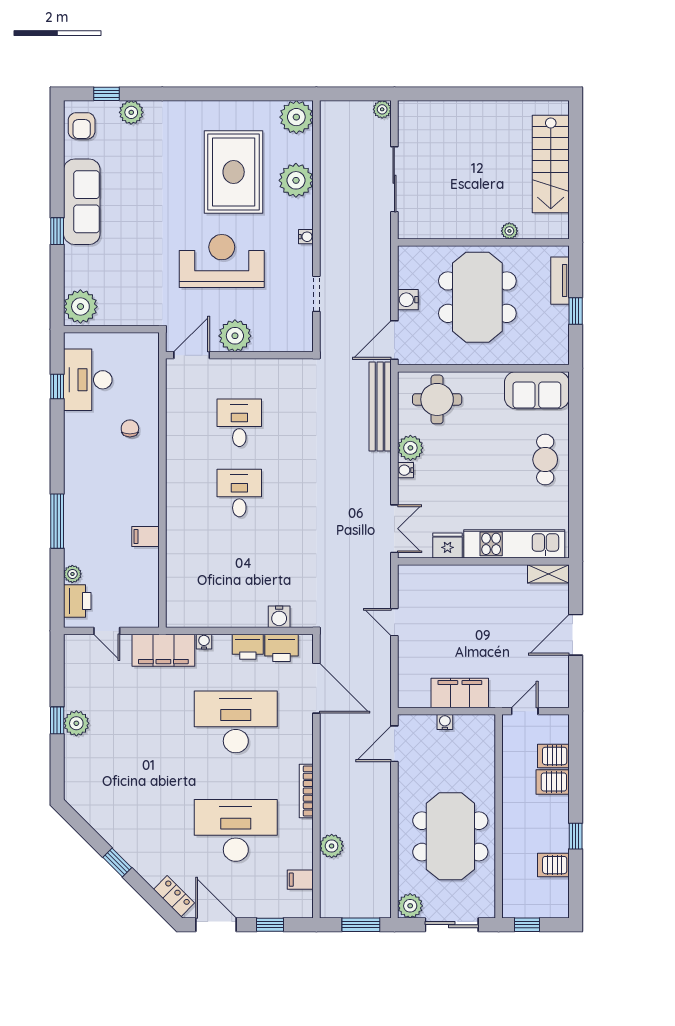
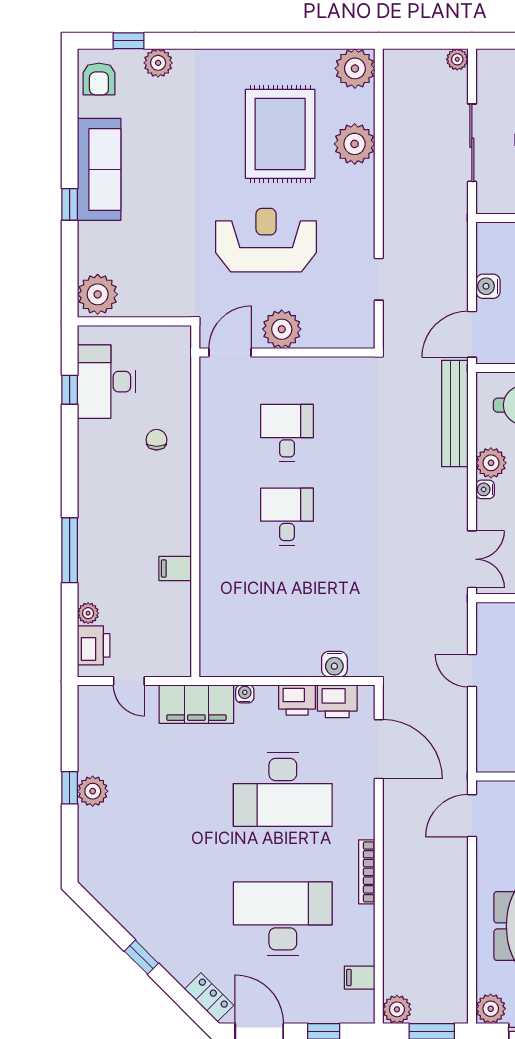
water cooler: (306, 237) -> (366, 211), removed
desk: (236, 722) -> (283, 789), turned 180
plant: (332, 846) -> (397, 1009), moved

